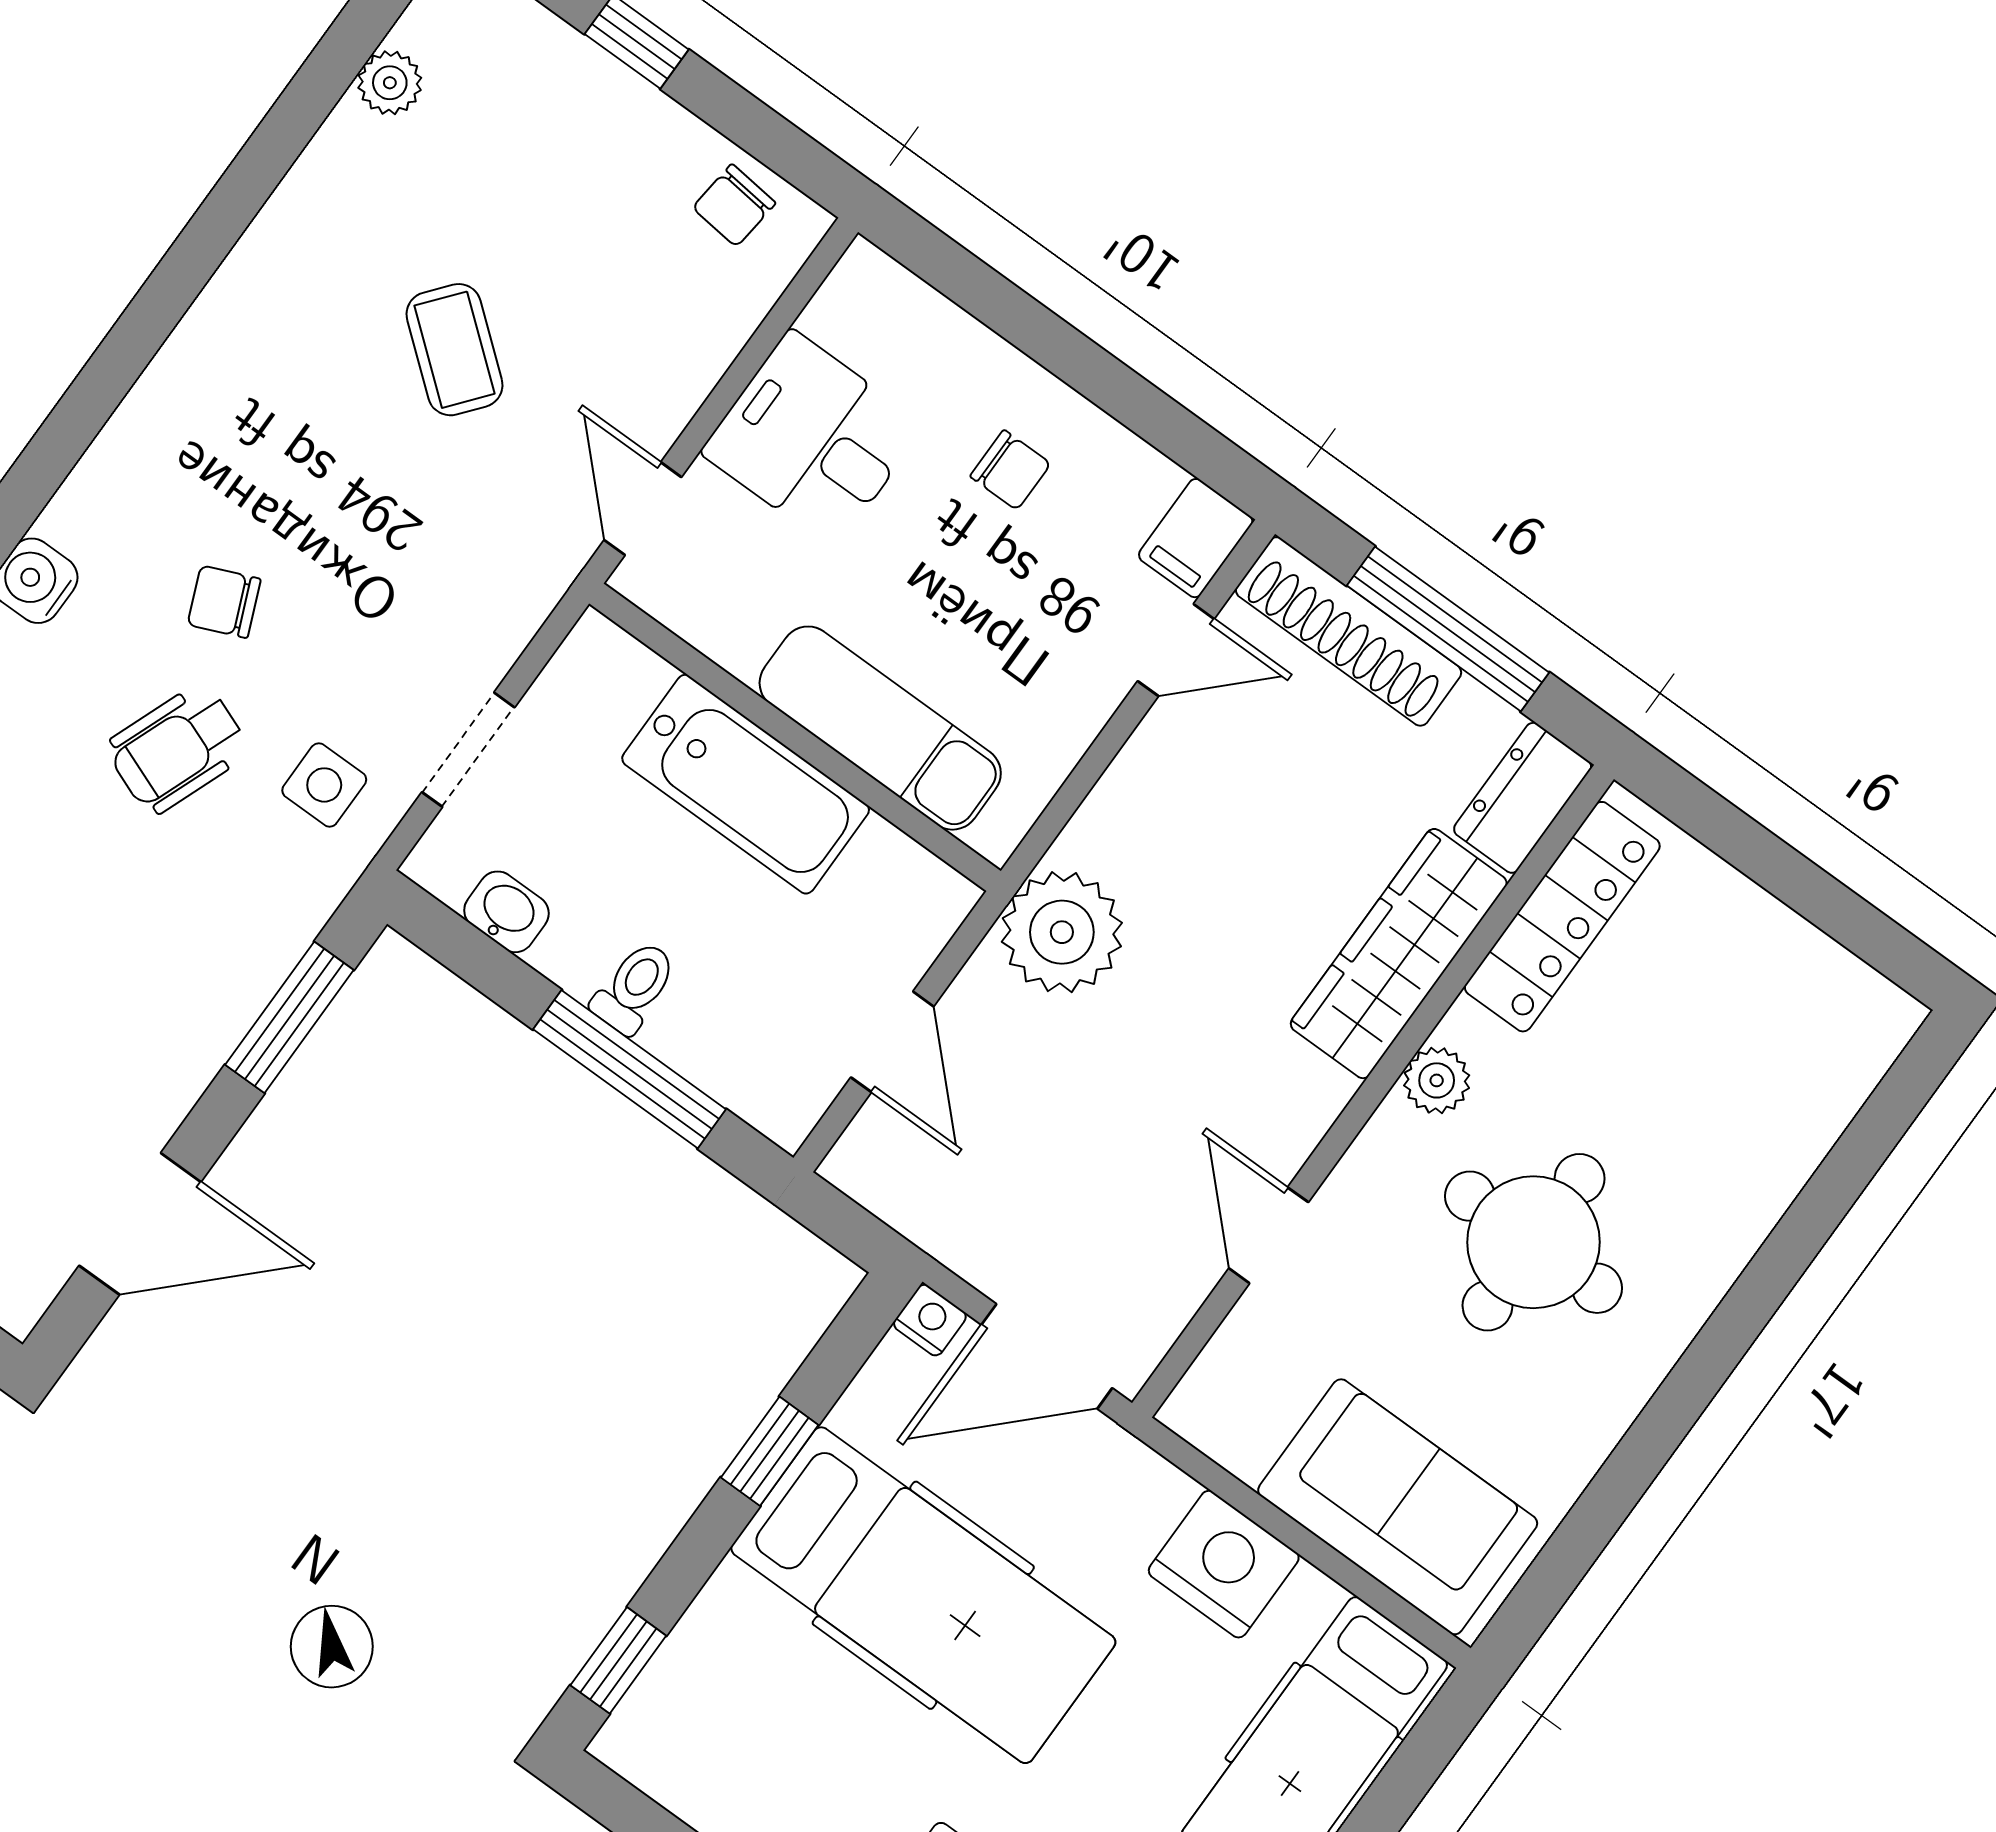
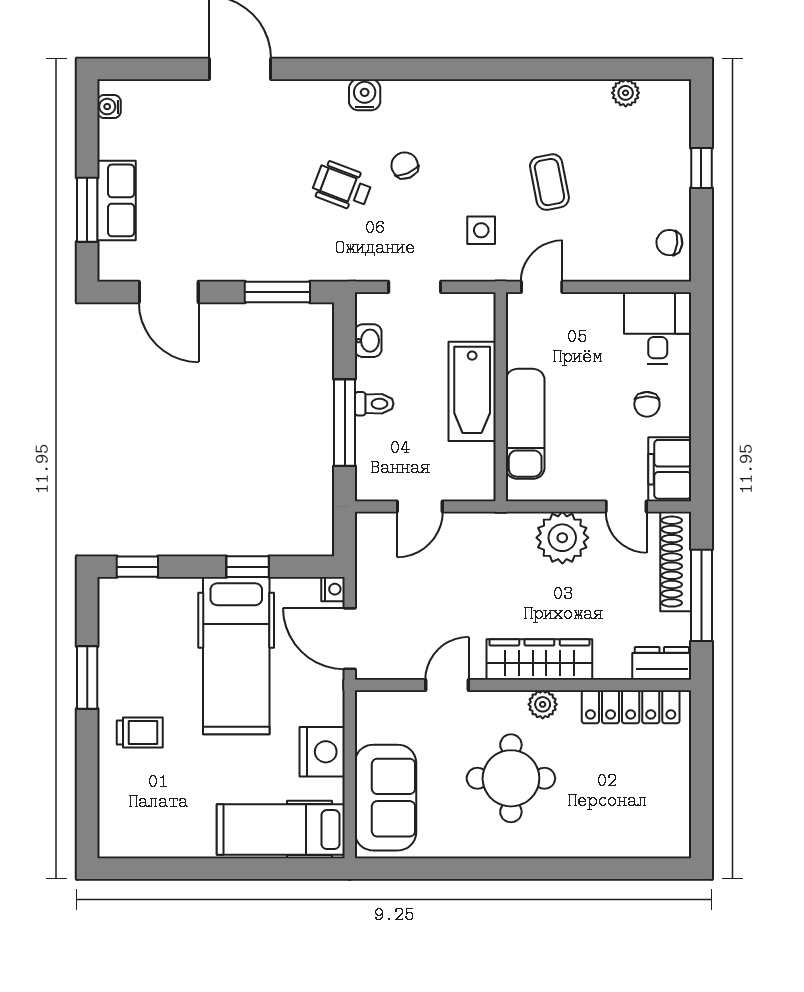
coffee table: (455, 350) -> (549, 182), turned -50
desk: (813, 439) -> (658, 328), moved
filing cabinet: (1196, 538) -> (670, 469), width x2.00
side table: (324, 785) -> (481, 230), moved
plant: (1062, 932) -> (562, 538), moved
wardrobe: (1399, 954) -> (539, 659), moved

